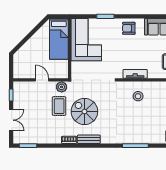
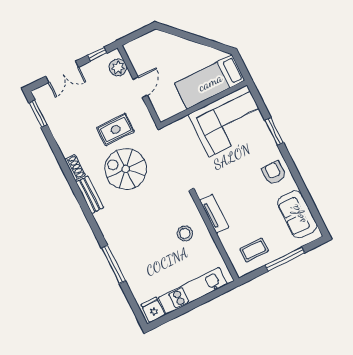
plant: (62, 87) -> (118, 67), moved
spiral stairs: (84, 111) -> (126, 169), turned -90

